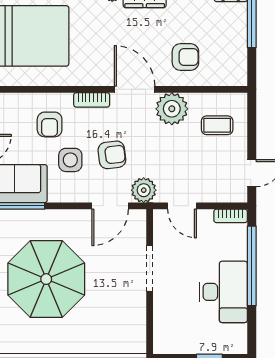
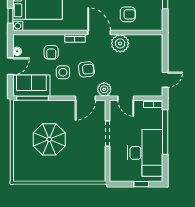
coffee table: (217, 125) -> (146, 53), removed
parasol: (46, 279) -> (49, 139), width x0.73, depth x0.73
desk: (223, 292) -> (145, 153), width x1.36, depth x1.30

